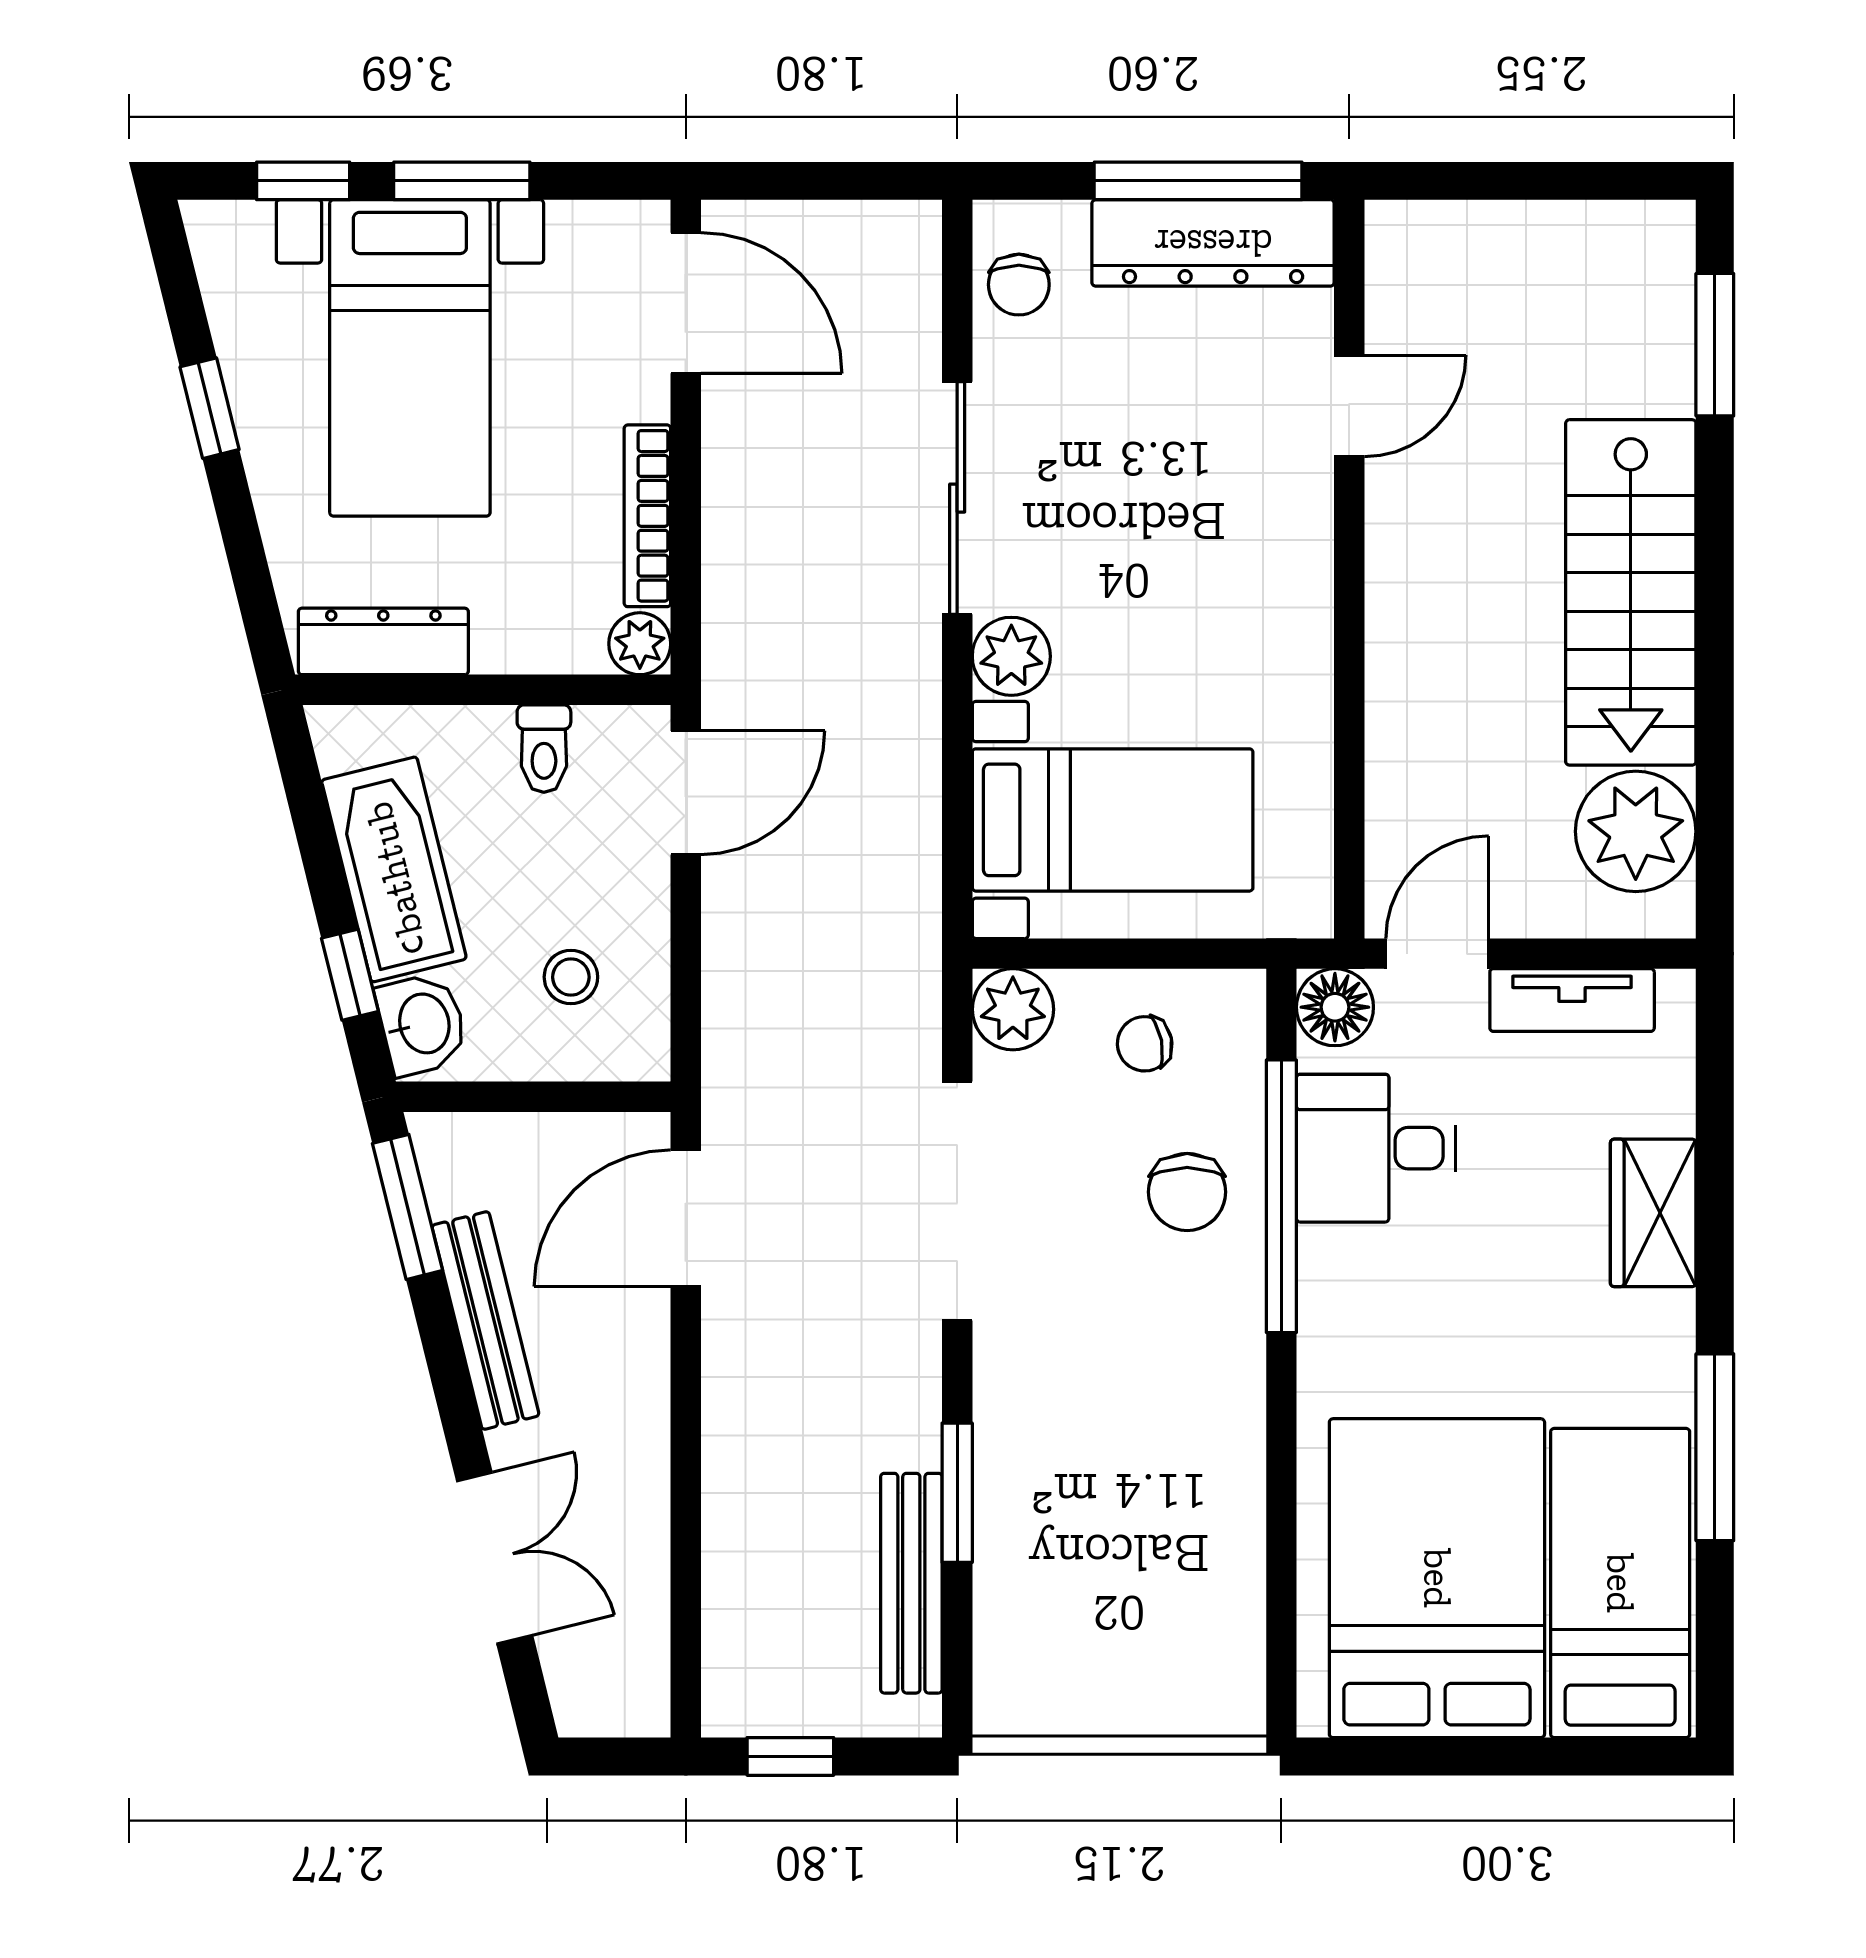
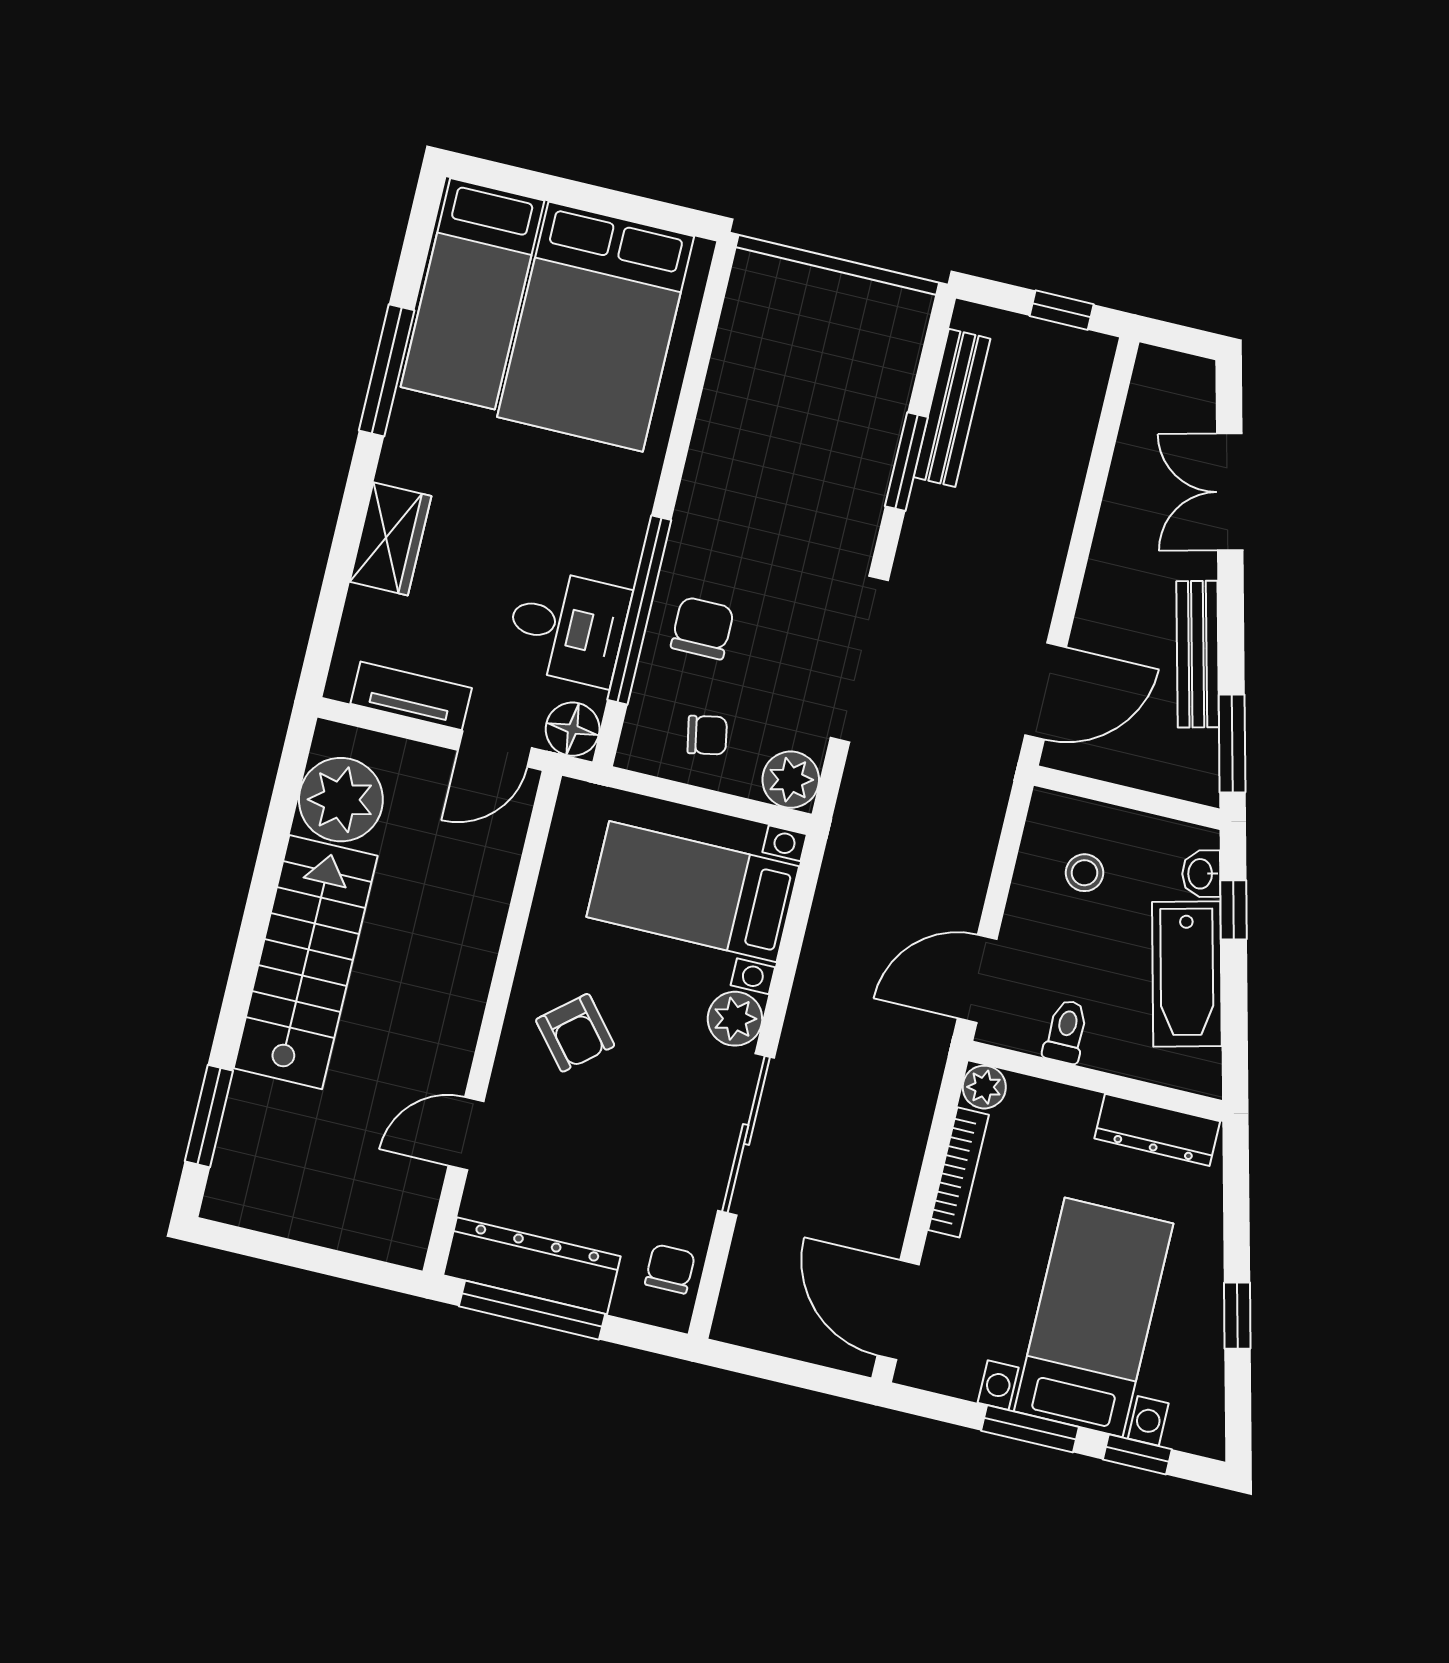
armchair: (1230, 583) -> (575, 1033), added
washbasin: (422, 1024) -> (1201, 874), width x0.72, depth x0.69

